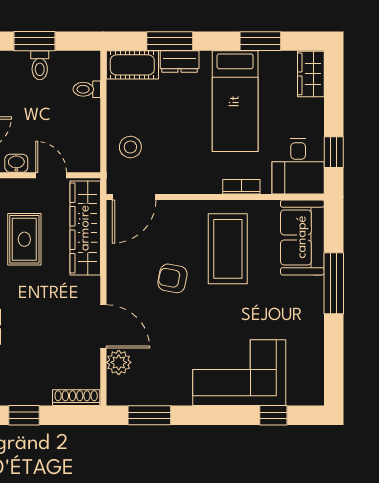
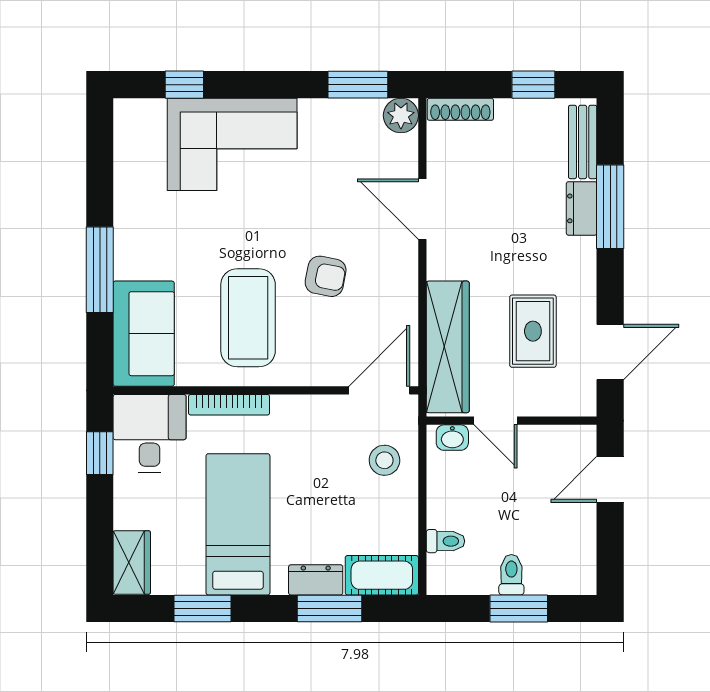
washbasin: (16, 163) -> (452, 438), moved
bookcase: (241, 187) -> (229, 405), width x1.56
plant: (119, 362) -> (401, 115), moved

